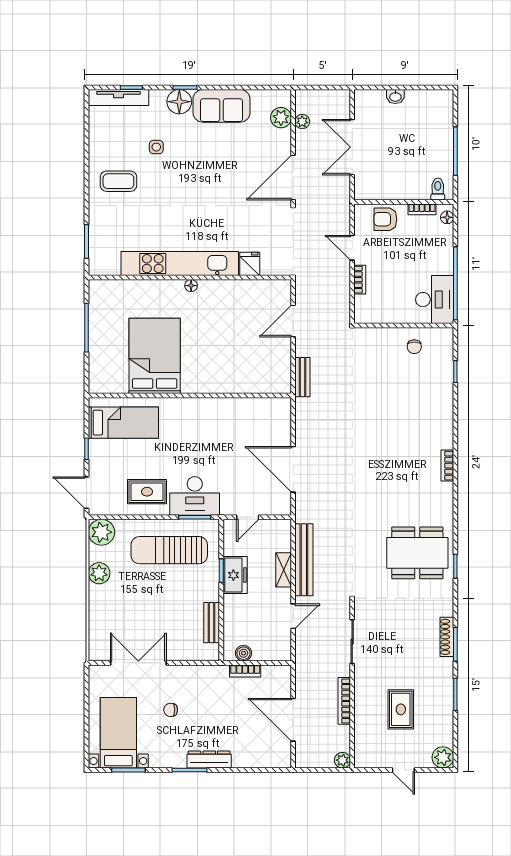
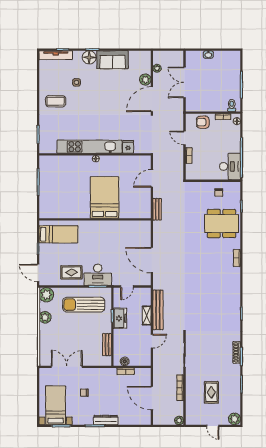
plant: (281, 118) -> (145, 80), moved
bed: (155, 356) -> (105, 198), moved
dining table: (417, 553) -> (221, 224), moved

